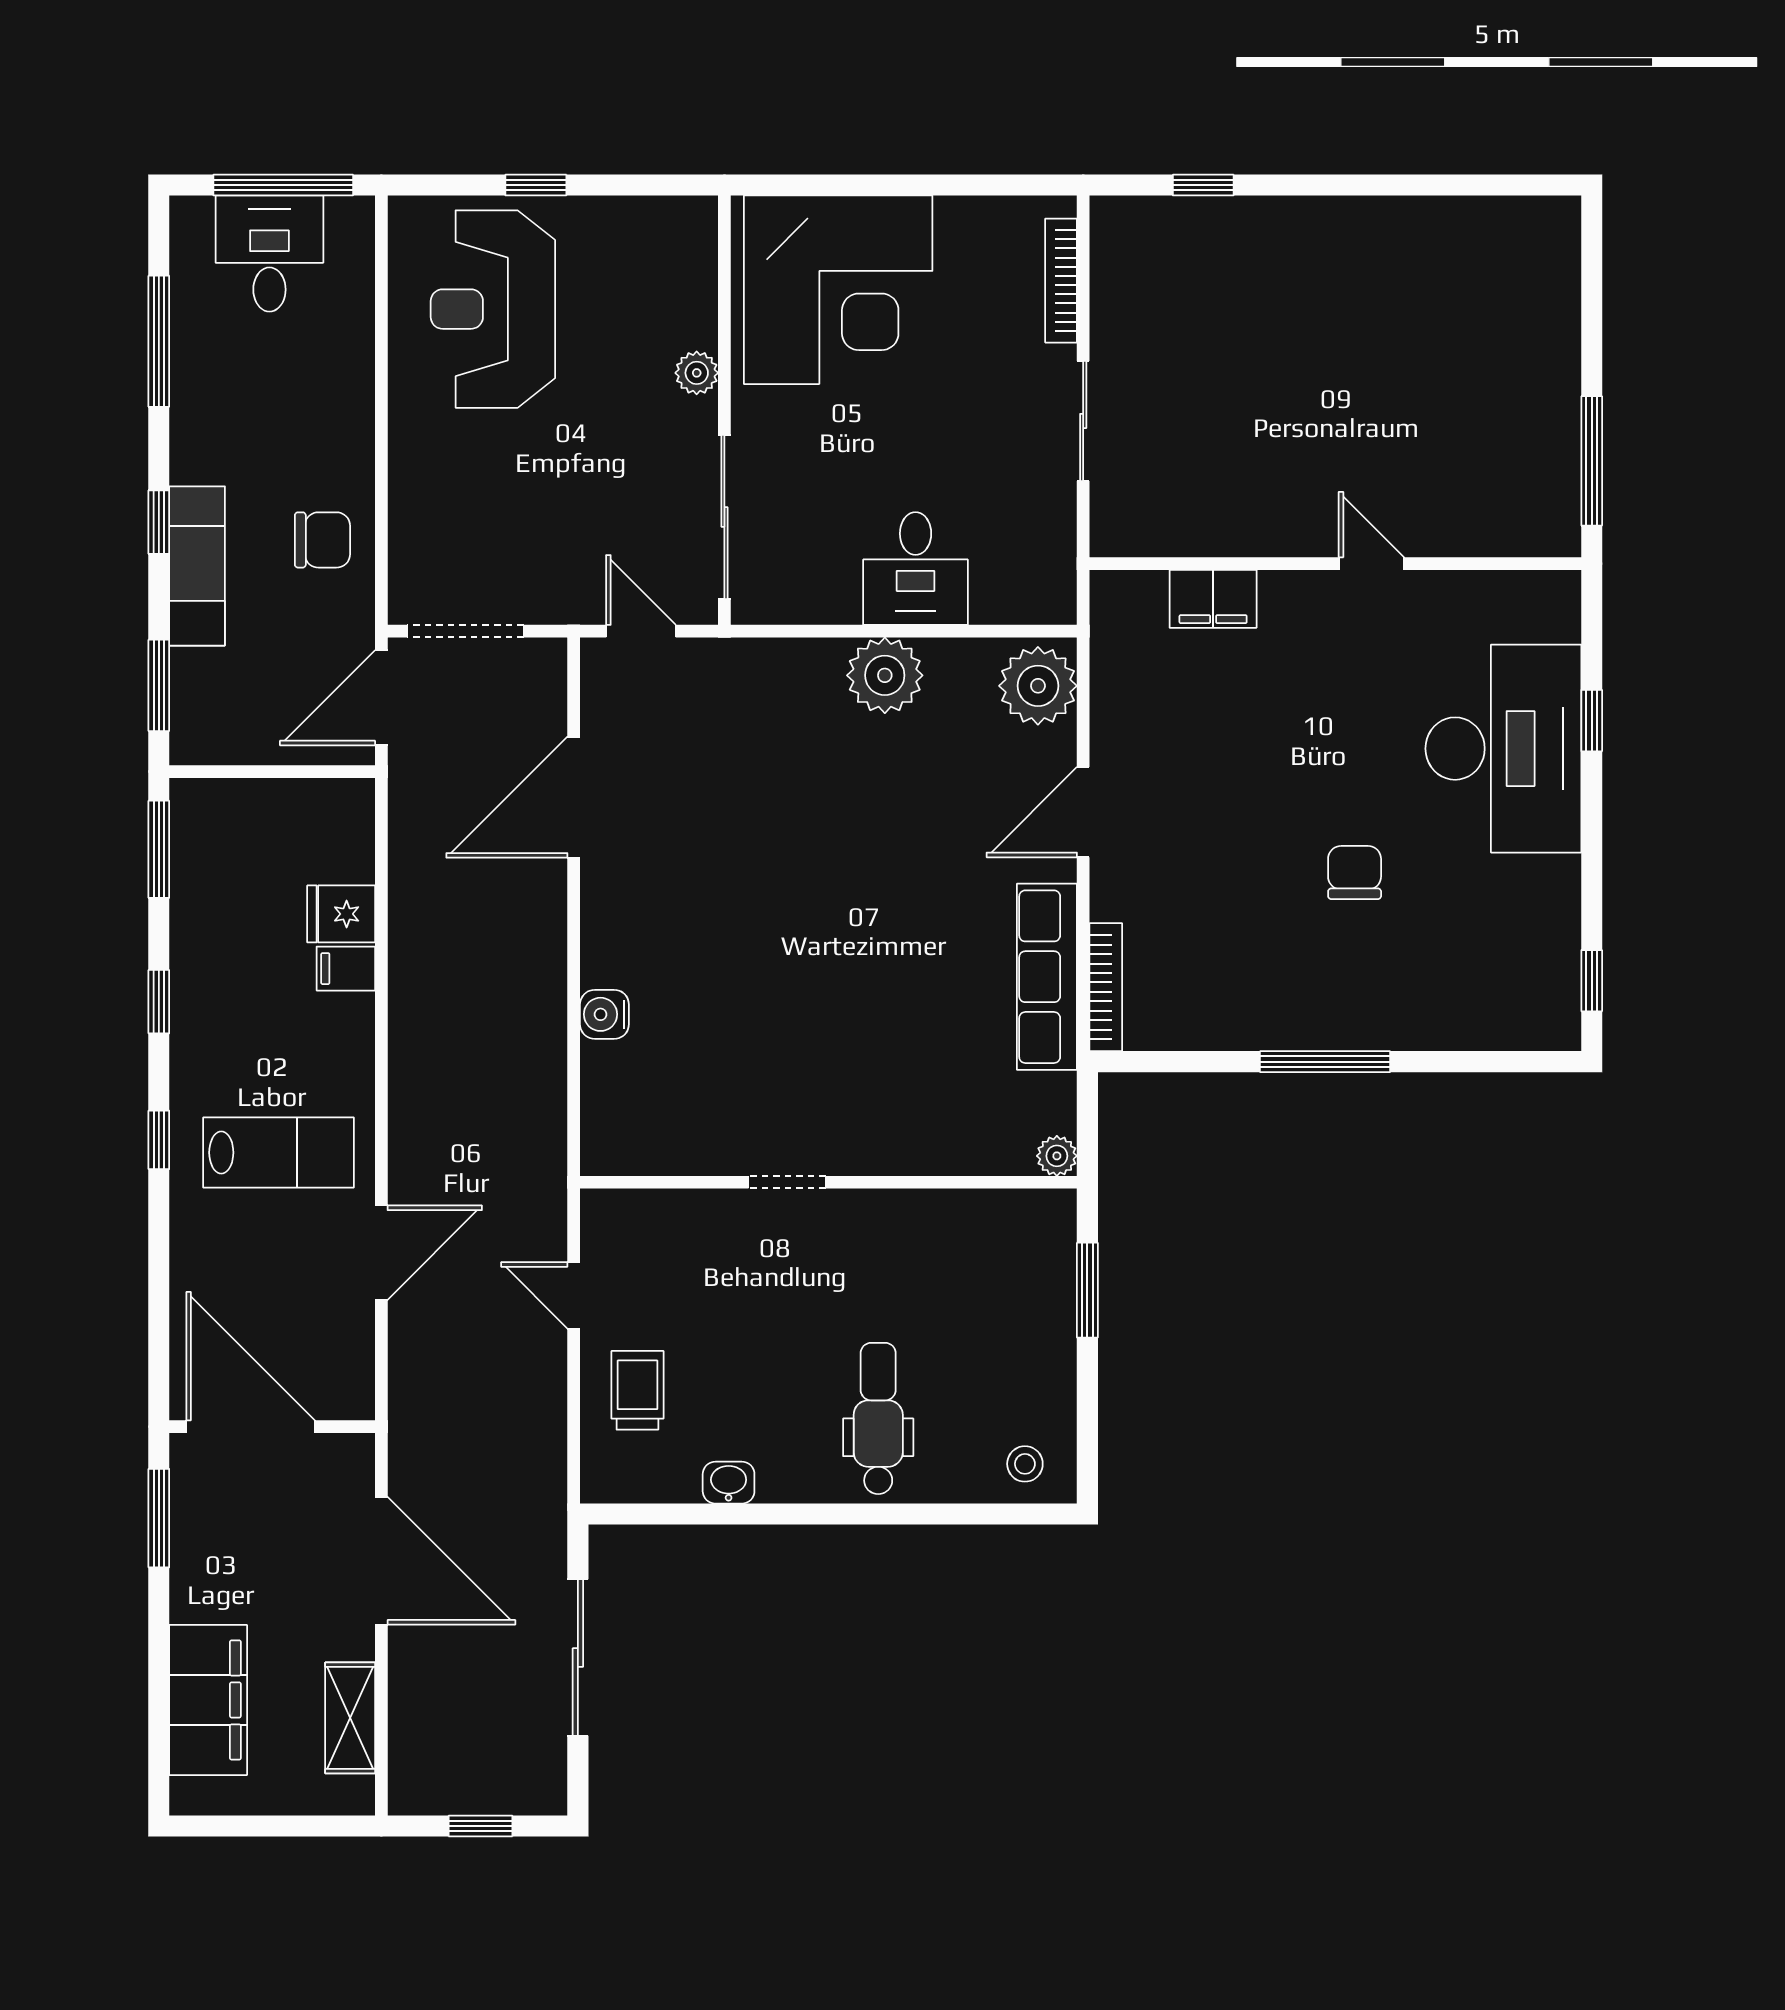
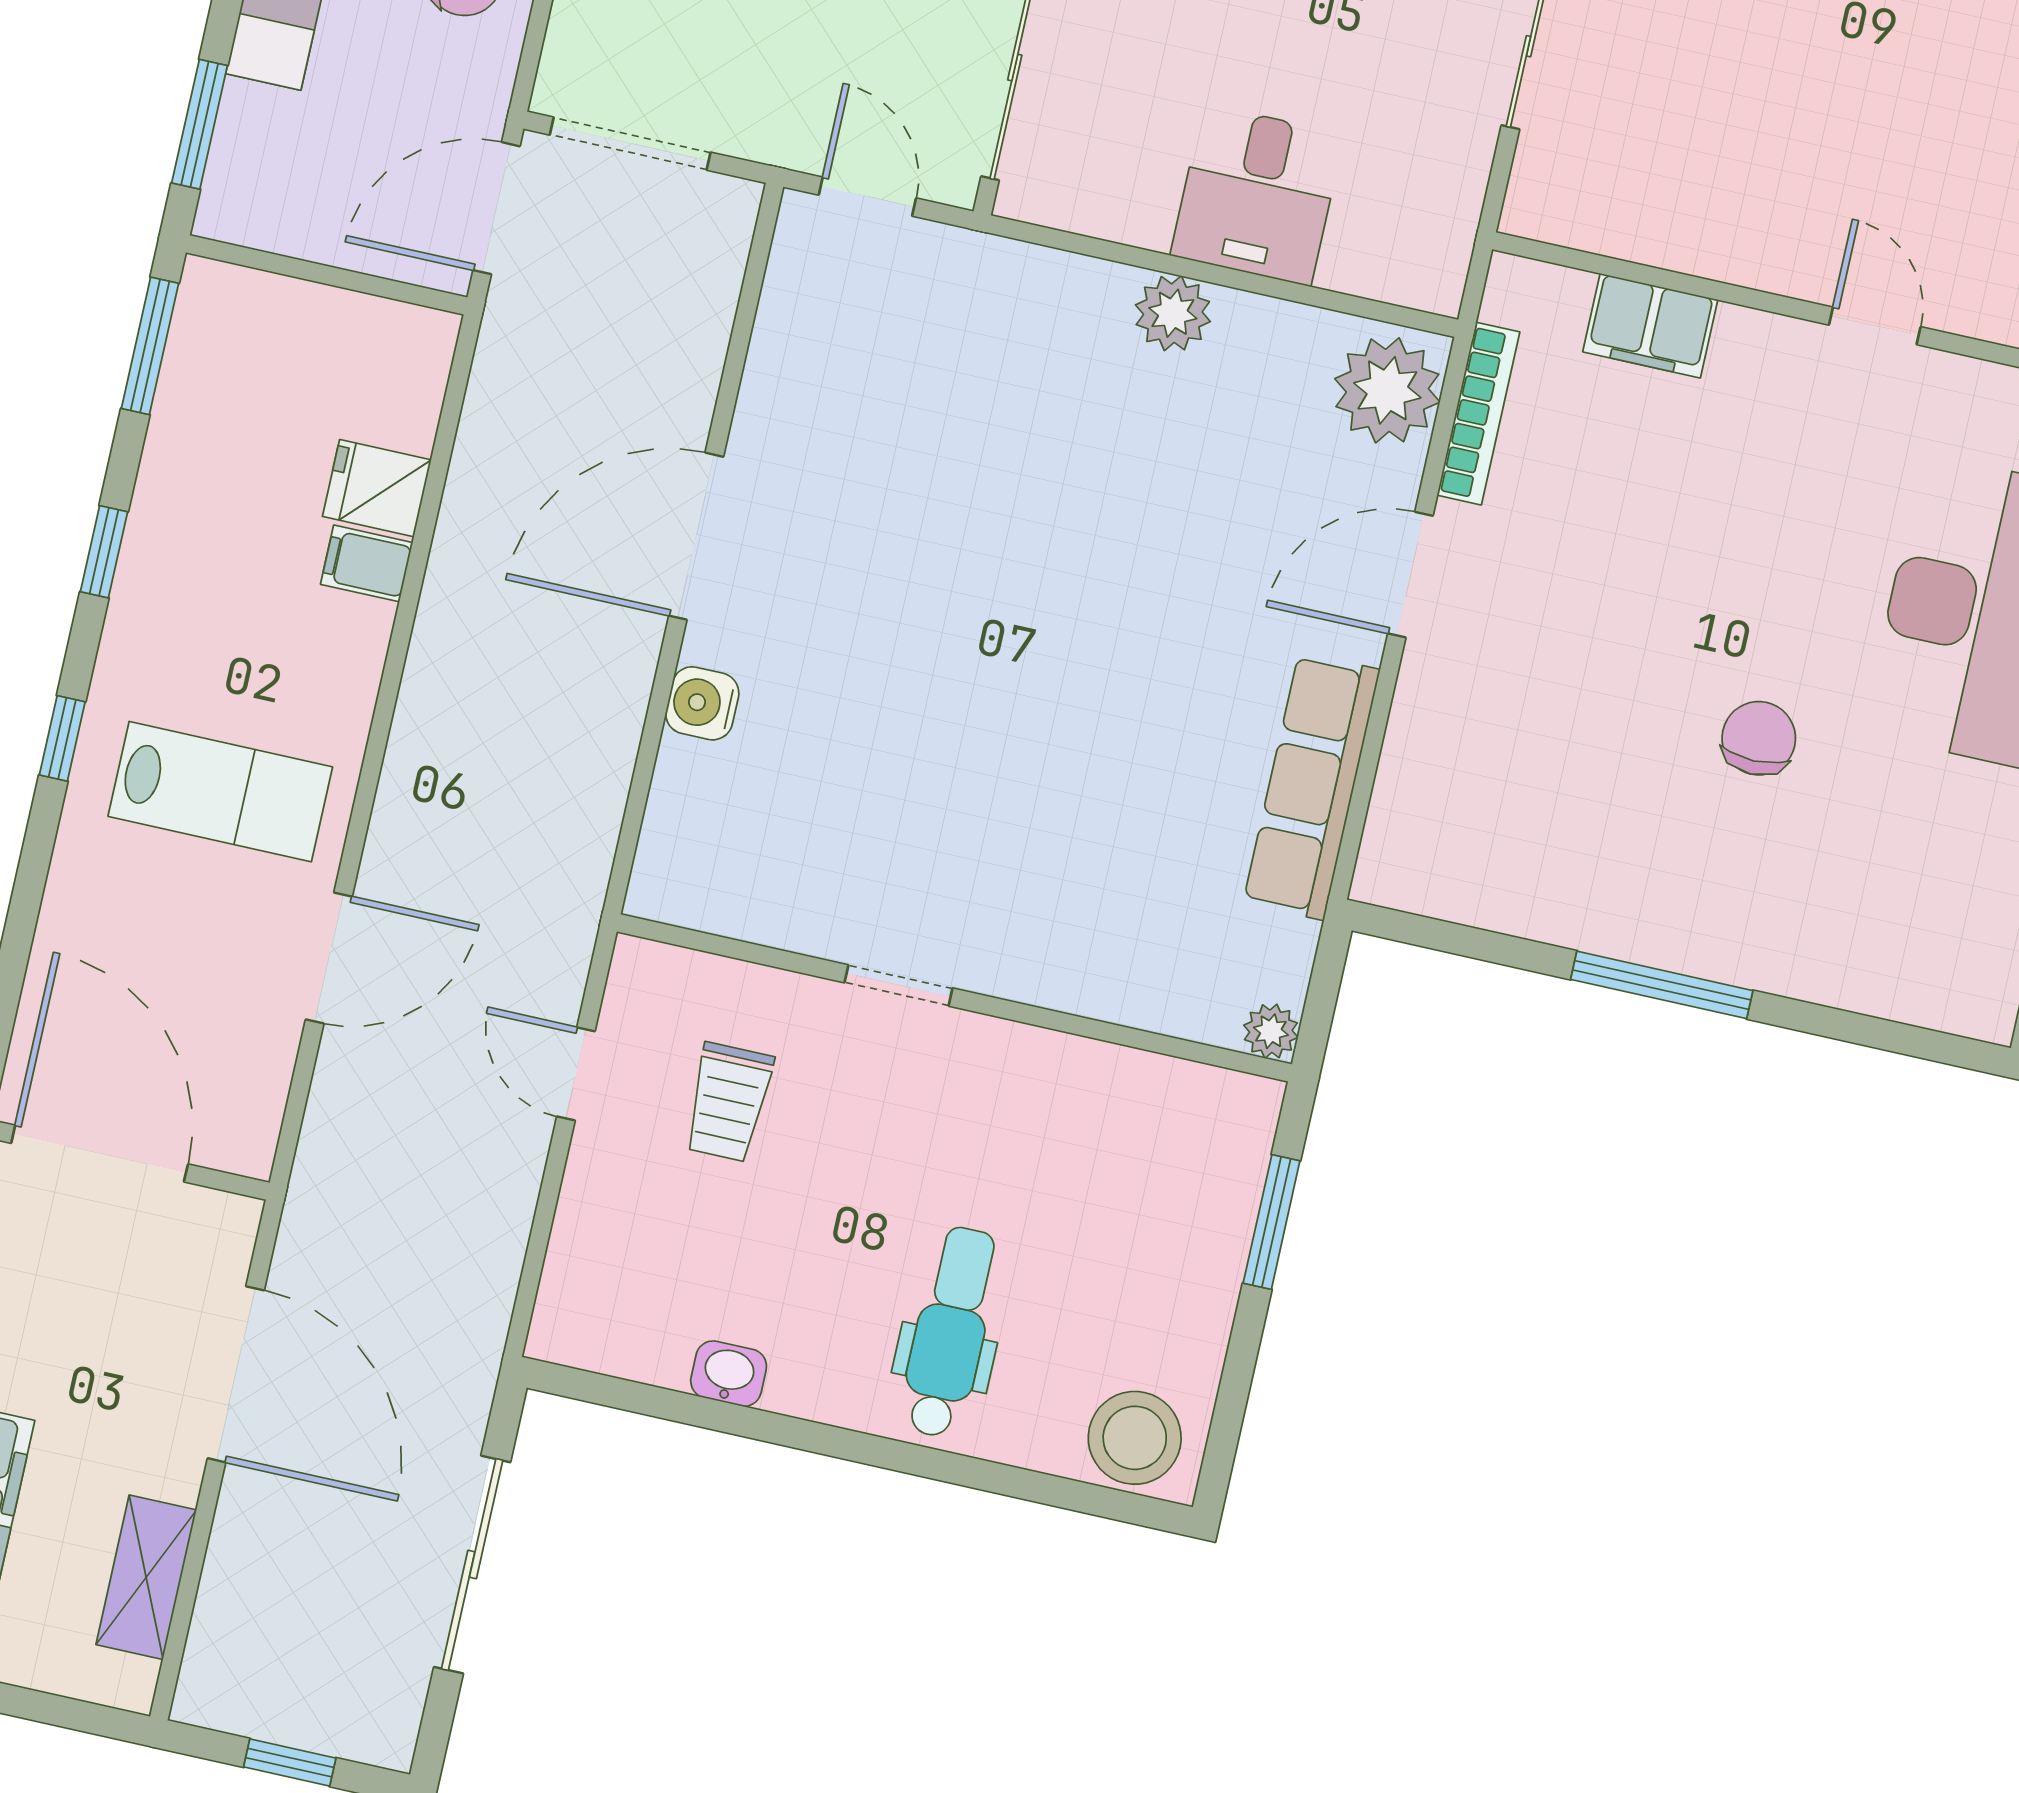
plant: (885, 675) -> (1173, 313), width x0.73, depth x0.73
door: (574, 797) -> (696, 536), moved
bookcase: (1106, 987) -> (1478, 414), moved
trolley: (637, 1390) -> (728, 1102), moved, turned 180
stool: (1025, 1464) -> (1135, 1438), width x1.89, depth x1.89

